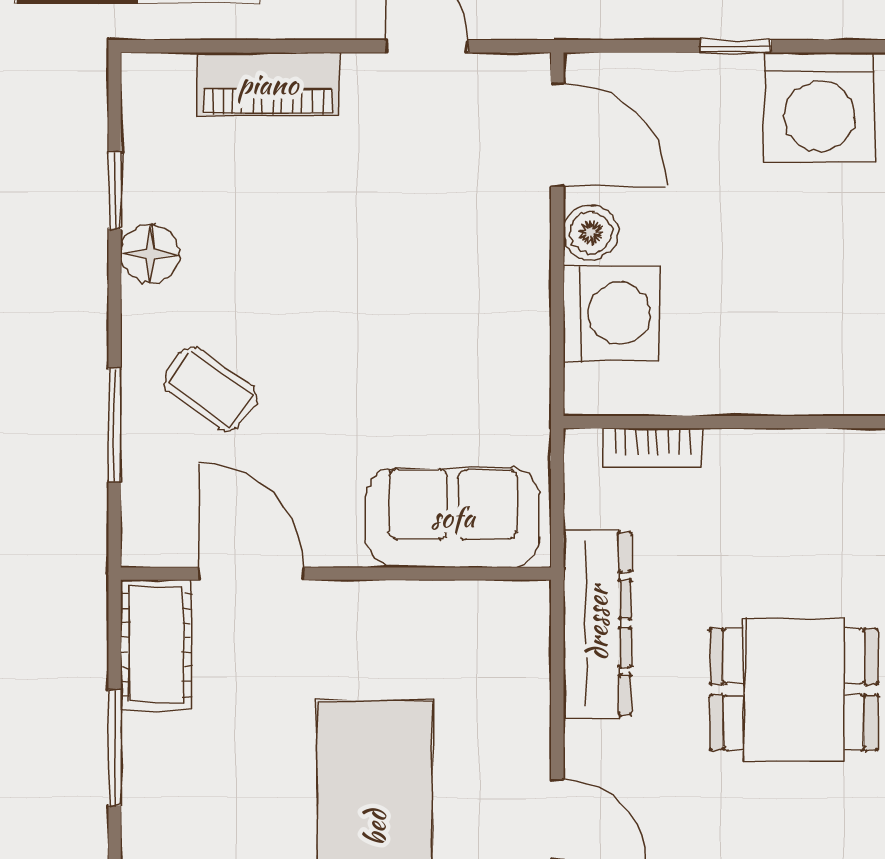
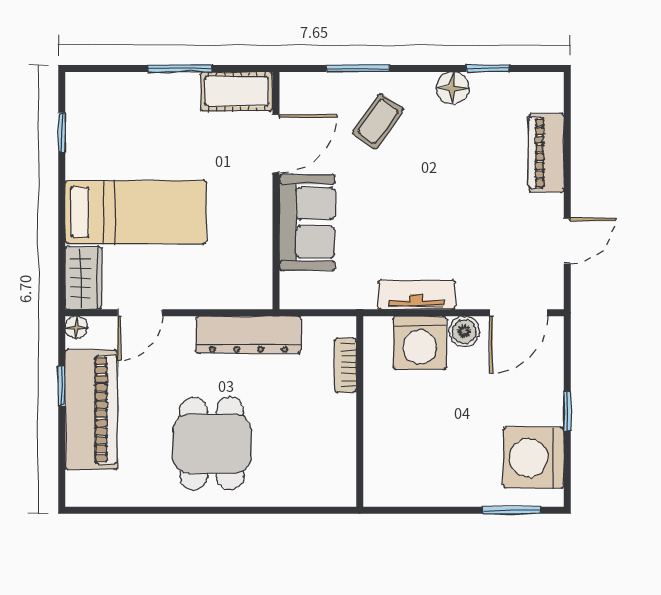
tv unit: (524, 319) -> (416, 295), added
sofa: (453, 517) -> (307, 223), moved

